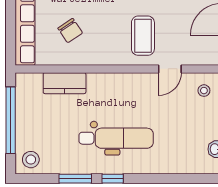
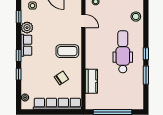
coffee table: (143, 36) -> (67, 51), moved
stool: (31, 160) -> (136, 17), moved

